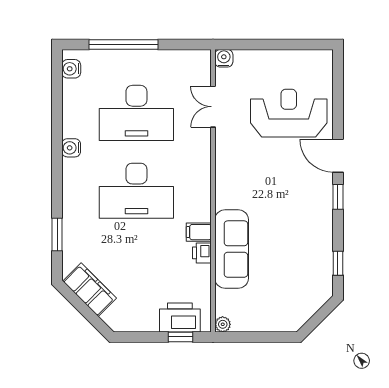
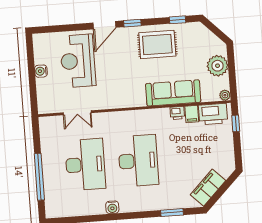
water cooler: (224, 58) -> (41, 71), moved
water cooler: (71, 69) -> (58, 211), removed
rug: (304, 231) -> (157, 44), added
filing cabinet: (199, 232) -> (192, 114), moved
plant: (267, 317) -> (218, 66), added
printer: (180, 318) -> (213, 114), moved, turned -90

